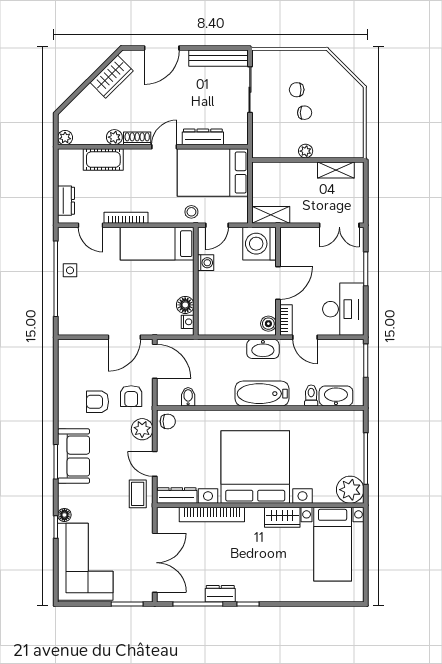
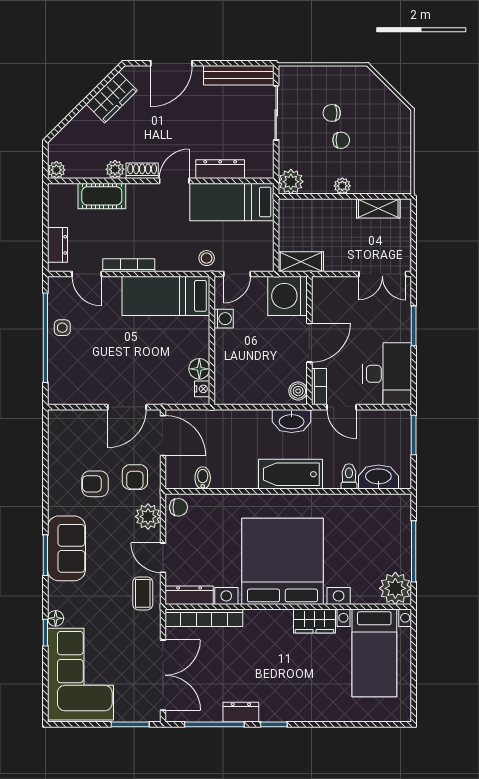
plant: (262, 148) -> (291, 182), added
bed: (213, 173) -> (232, 202), width x0.67
bookcase: (212, 514) -> (204, 618), moved

